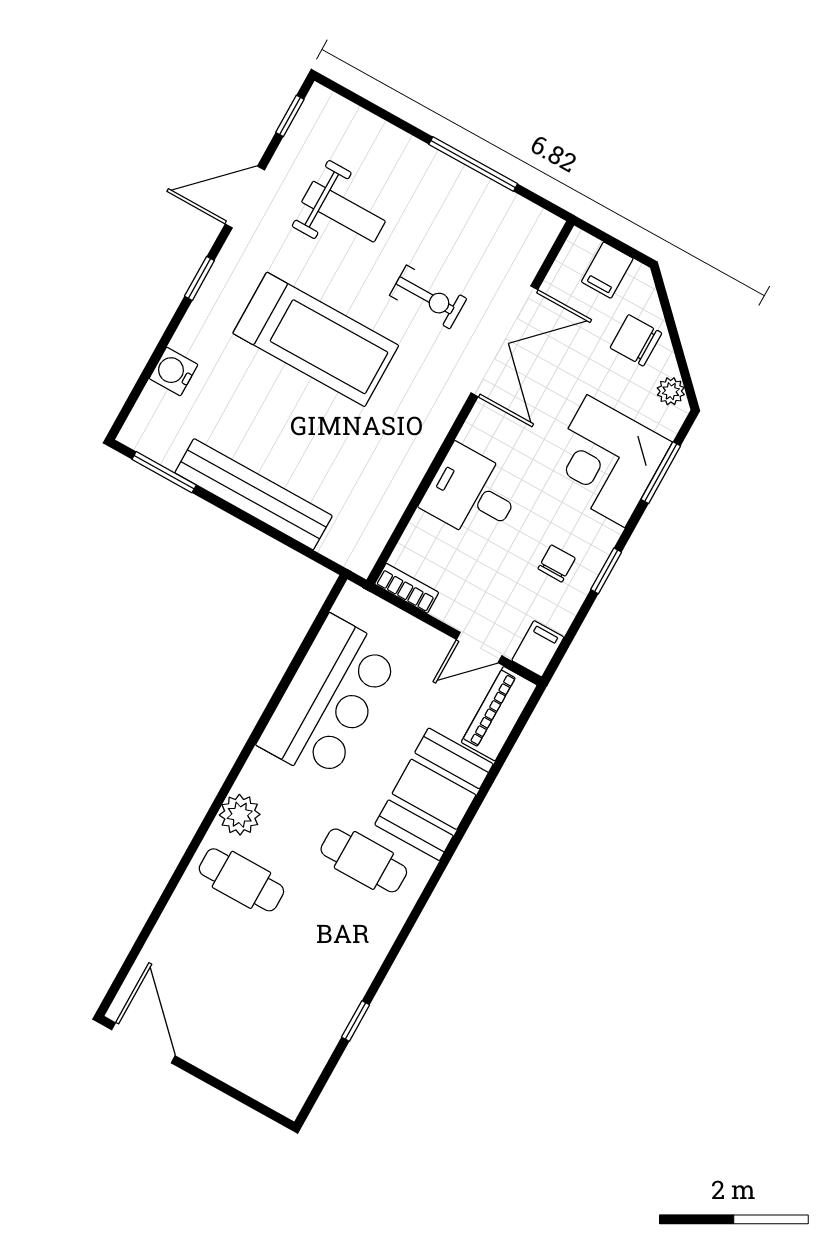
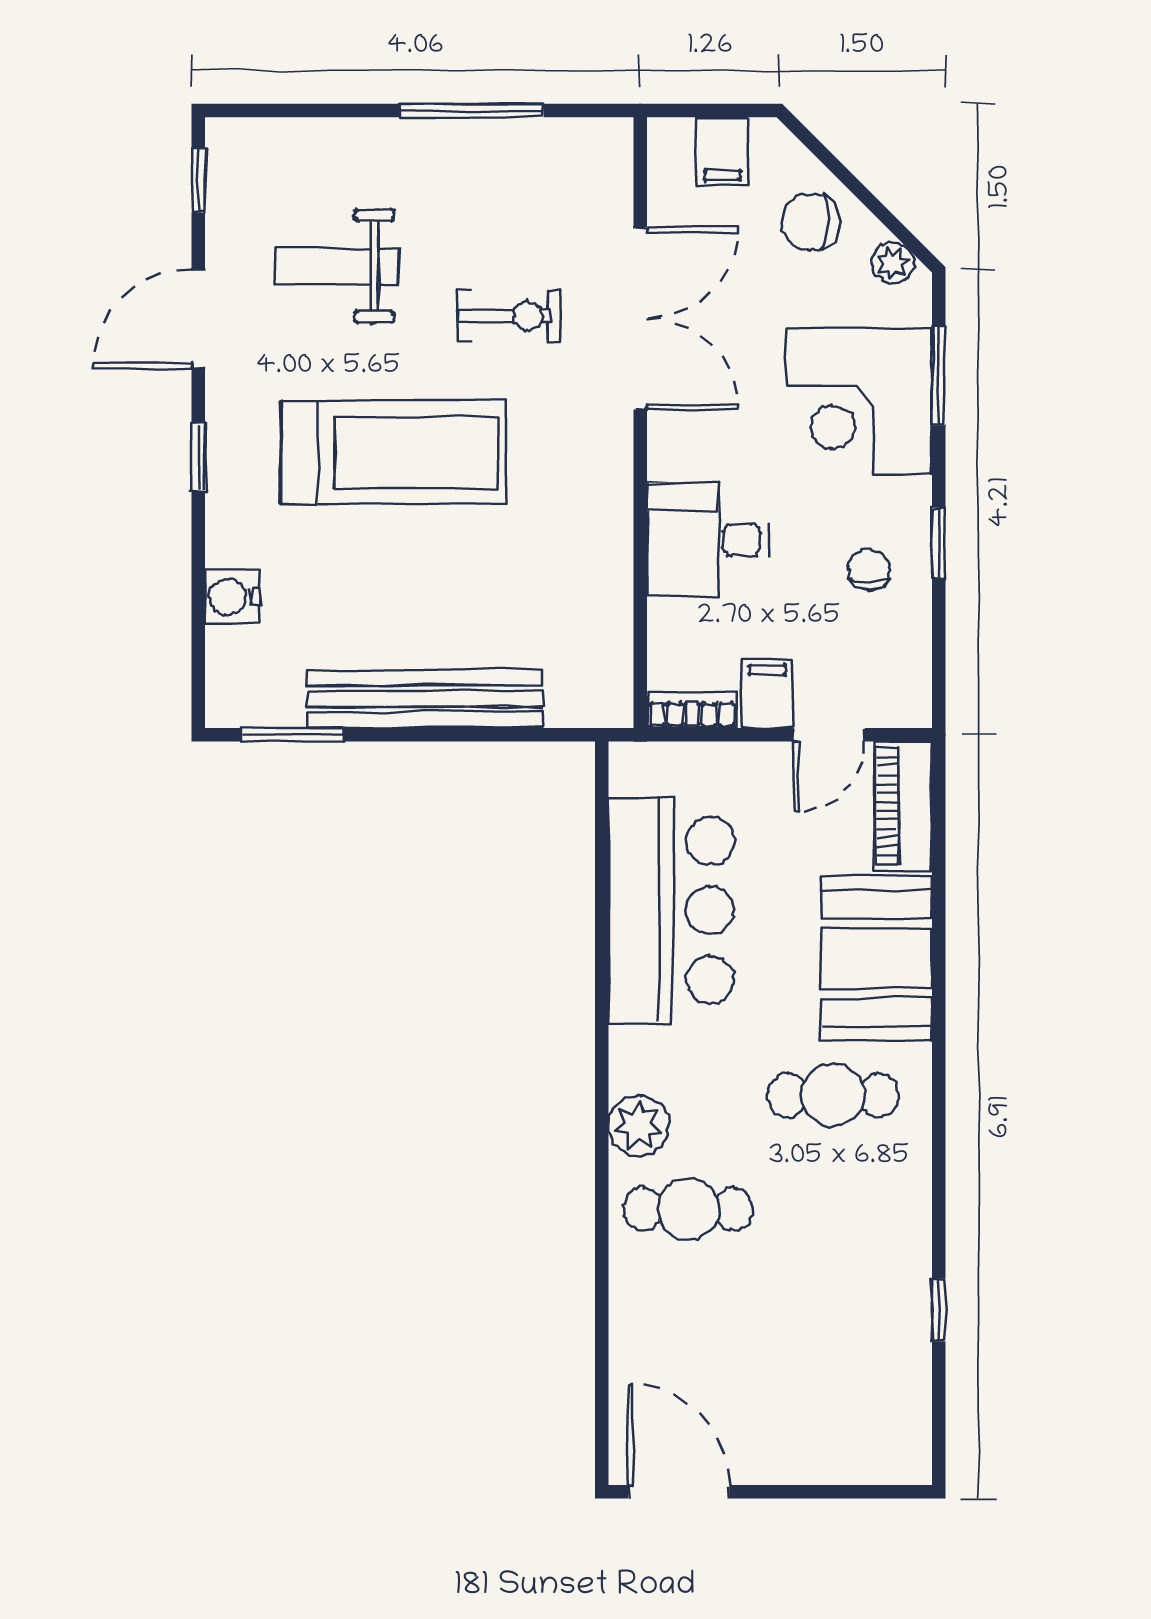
weight bench: (344, 212) -> (337, 266), turned 180
filing cabinet: (538, 649) -> (767, 694), moved

